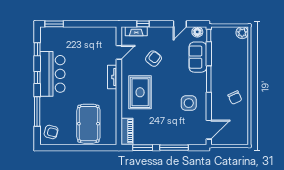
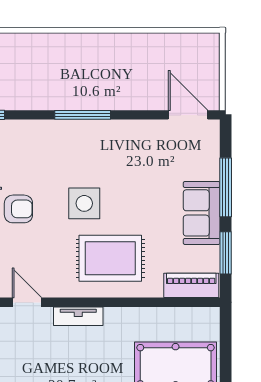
sofa: (198, 57) -> (202, 213), moved, turned 90
armchair: (154, 59) -> (18, 209), moved, turned 142
chair: (235, 98) -> (121, 60), removed
side table: (189, 103) -> (84, 203), moved

